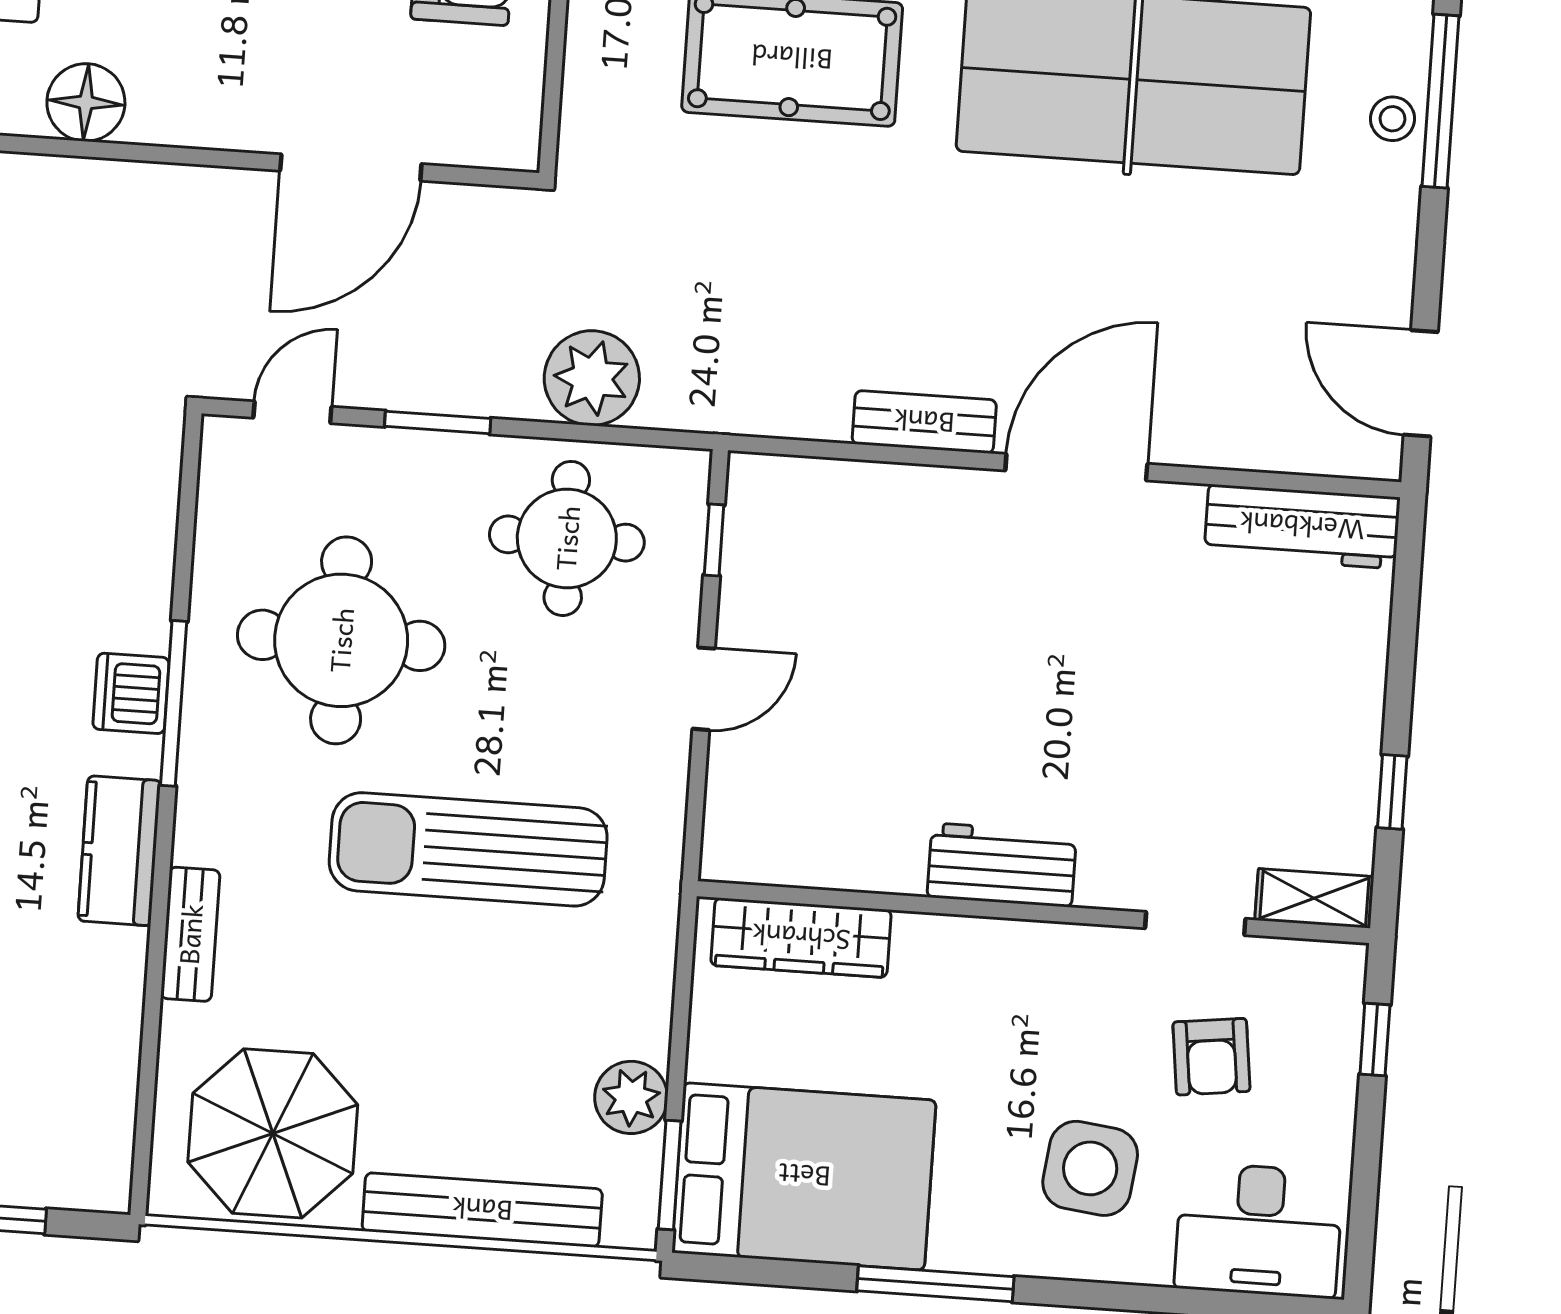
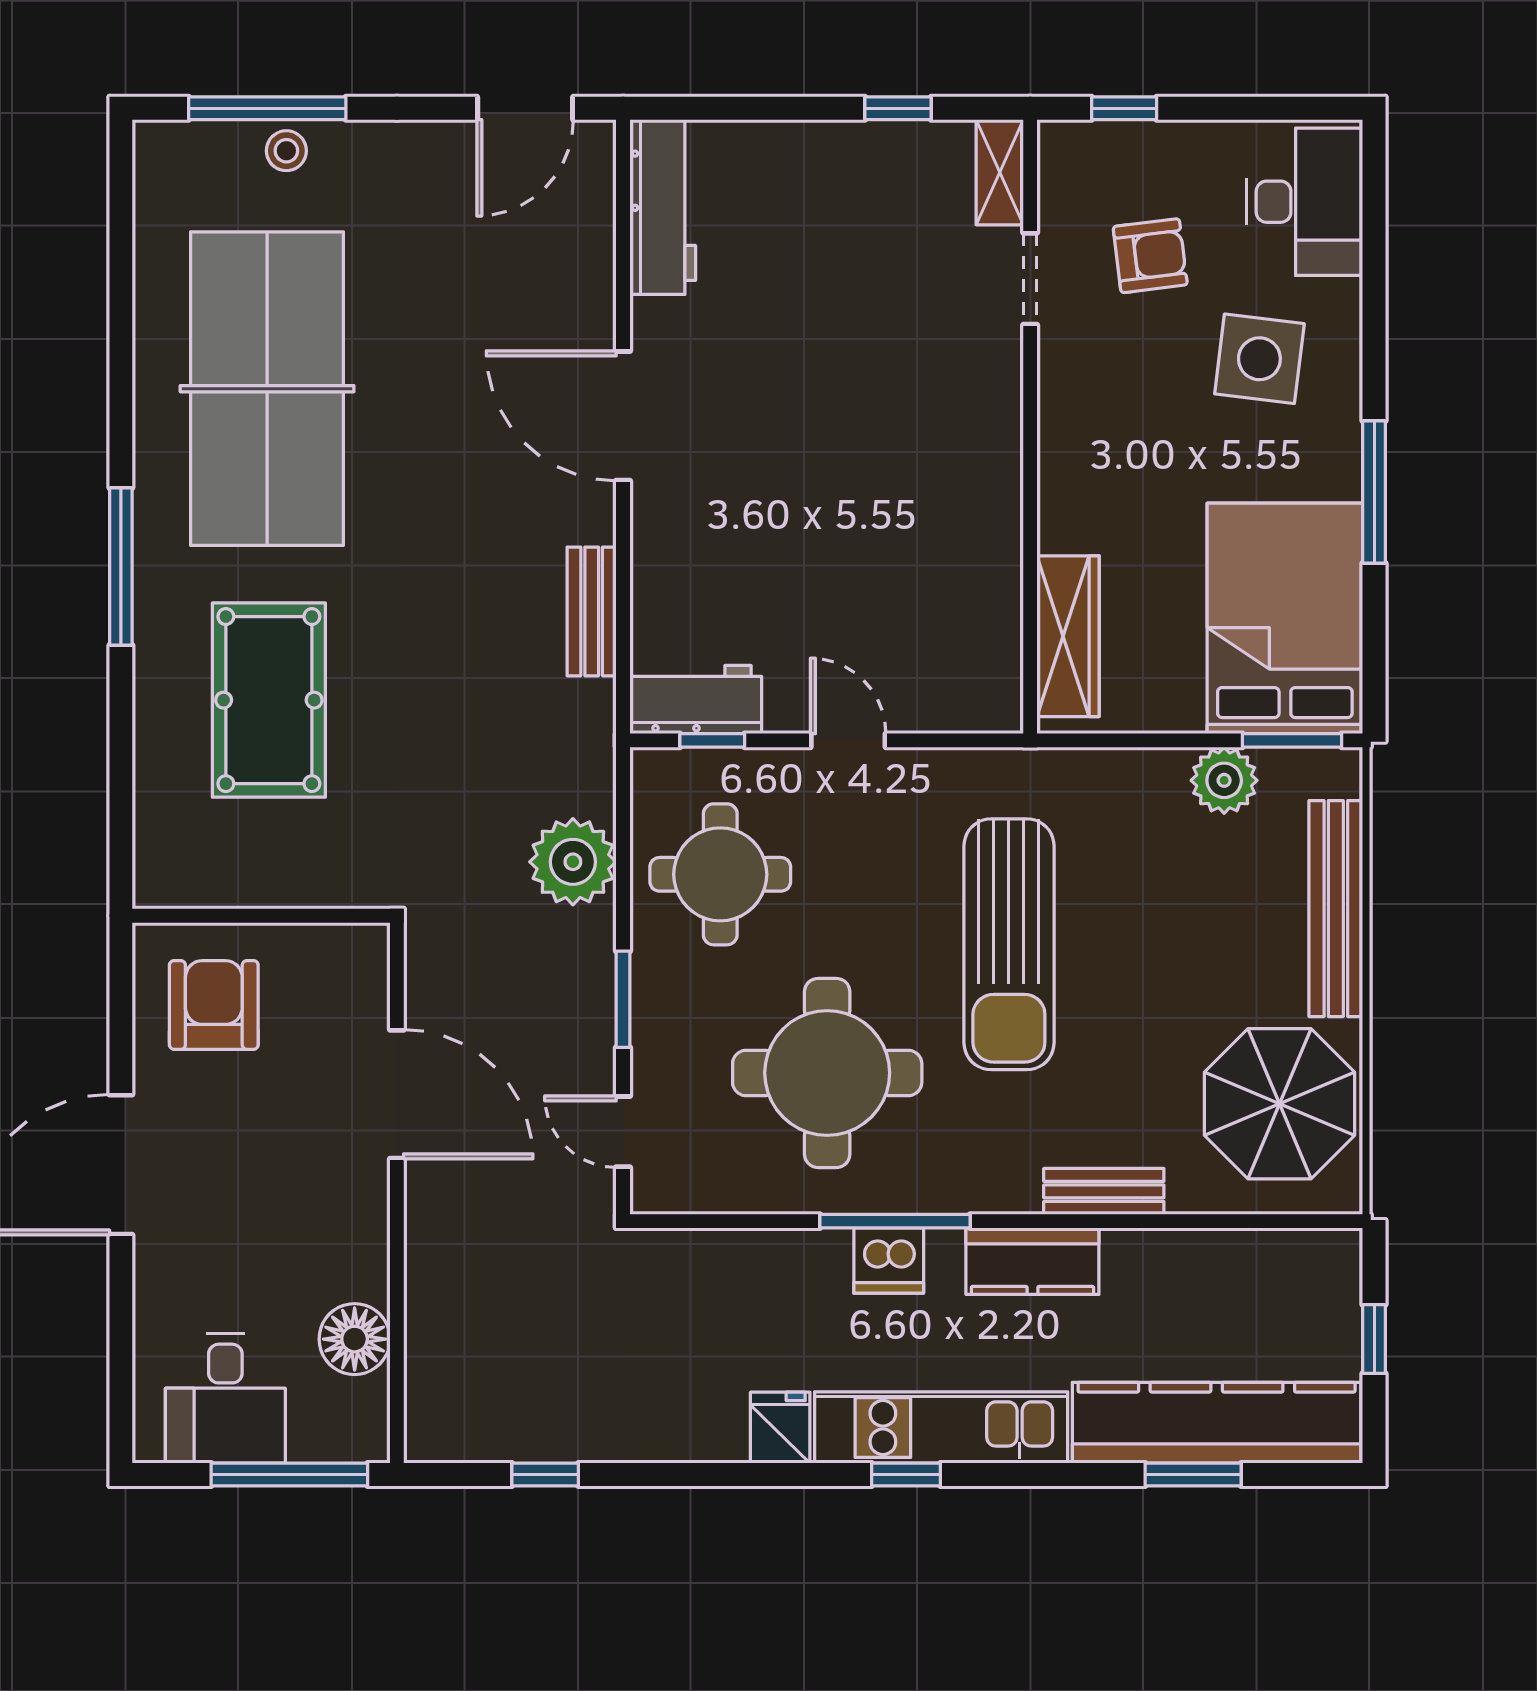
bench: (924, 422) -> (592, 611), moved
workbench: (1002, 865) -> (696, 700), moved, turned 90

